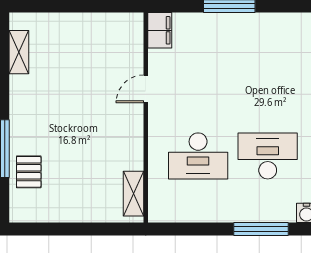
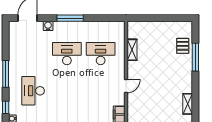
desk: (268, 156) -> (67, 54), turned 180
shelving: (133, 194) -> (132, 50), moved

